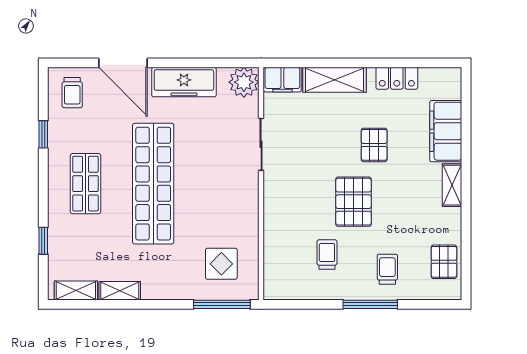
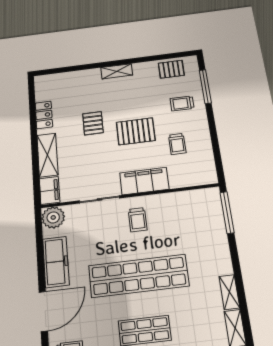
filing cabinet: (446, 131) -> (144, 181), moved, turned 180
pallet: (374, 145) -> (93, 123), turned 90
trolley: (227, 190) -> (138, 220), added
trolley: (327, 255) -> (177, 144), turned -90
display table: (221, 264) -> (195, 217), removed
window: (370, 304) -> (205, 87), moved

